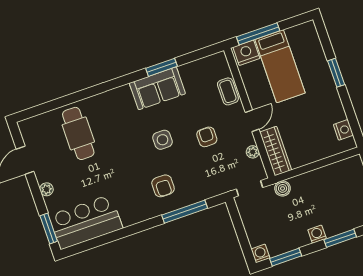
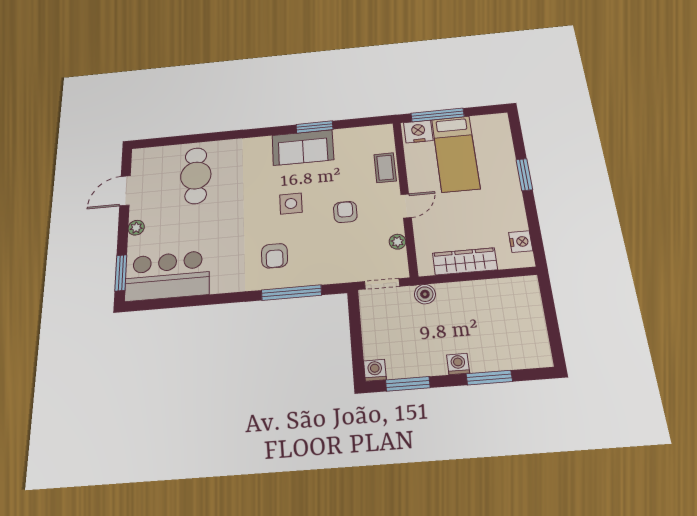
wardrobe: (276, 151) -> (465, 261), moved, turned -90

